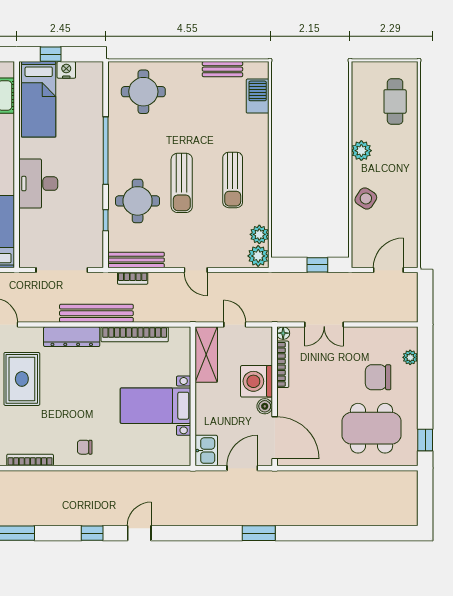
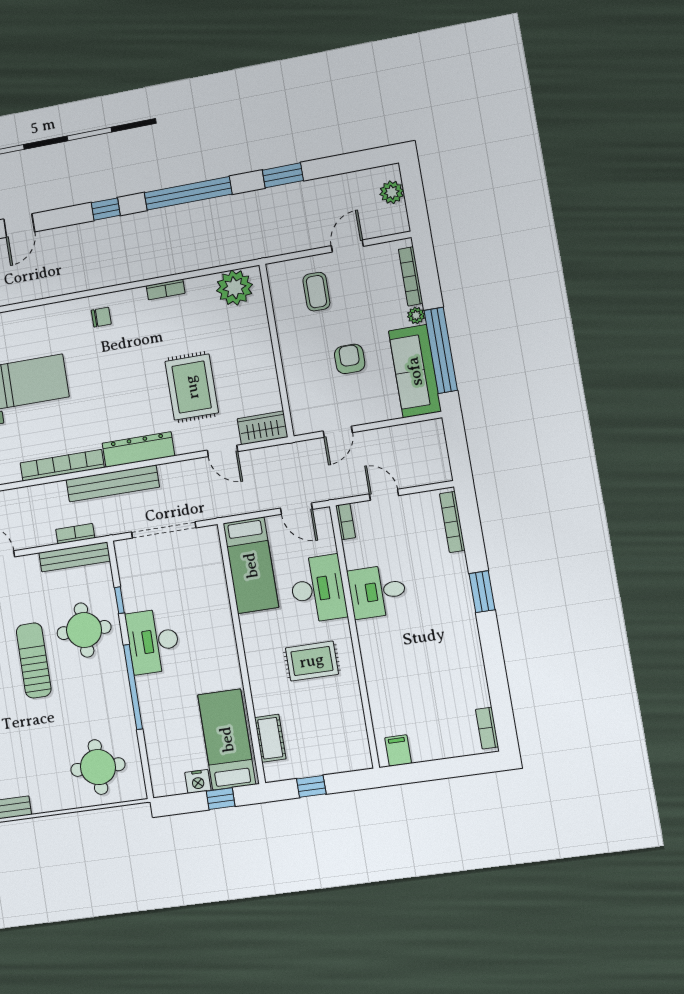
desk: (38, 184) -> (153, 641), moved, turned 180
bookcase: (30, 460) -> (166, 289), width x0.64
window: (92, 533) -> (106, 209), moved

